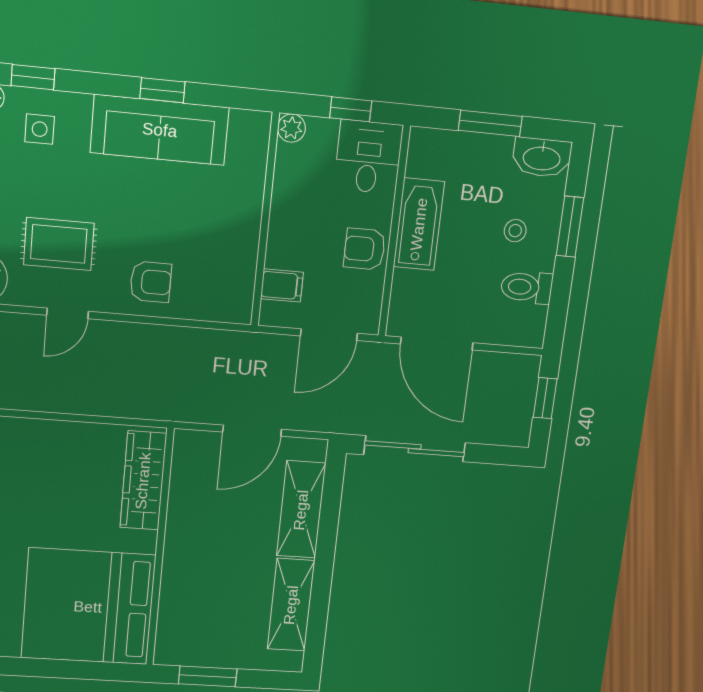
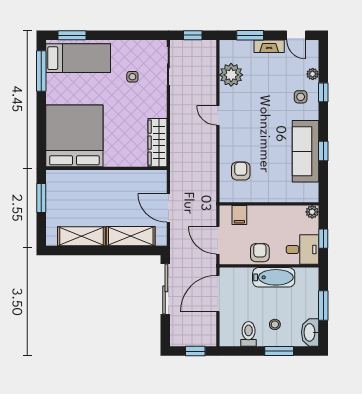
rug: (59, 244) -> (250, 109), removed
armchair: (151, 282) -> (241, 171), moved, turned 180
wardrobe: (143, 481) -> (157, 143), moved, turned -90

